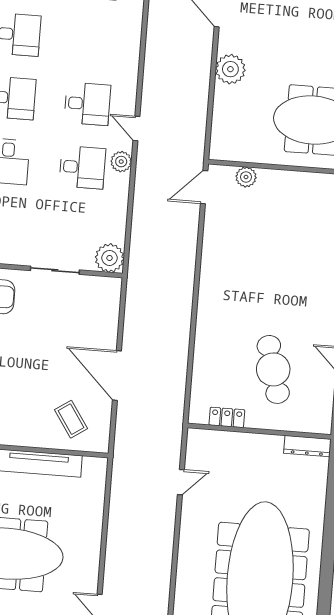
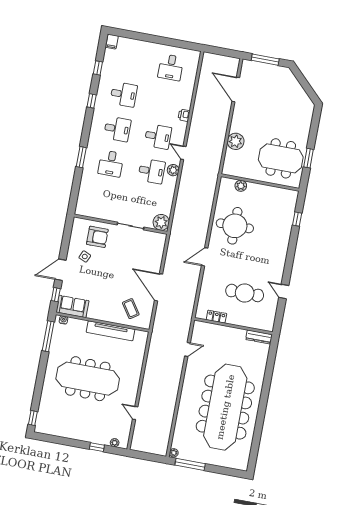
printer: (130, 61) -> (184, 115), added
plant: (230, 69) -> (236, 141), moved
door: (204, 187) -> (205, 257), moved
round table: (243, 250) -> (235, 226), added
cafe table: (273, 369) -> (245, 293), turned -75

